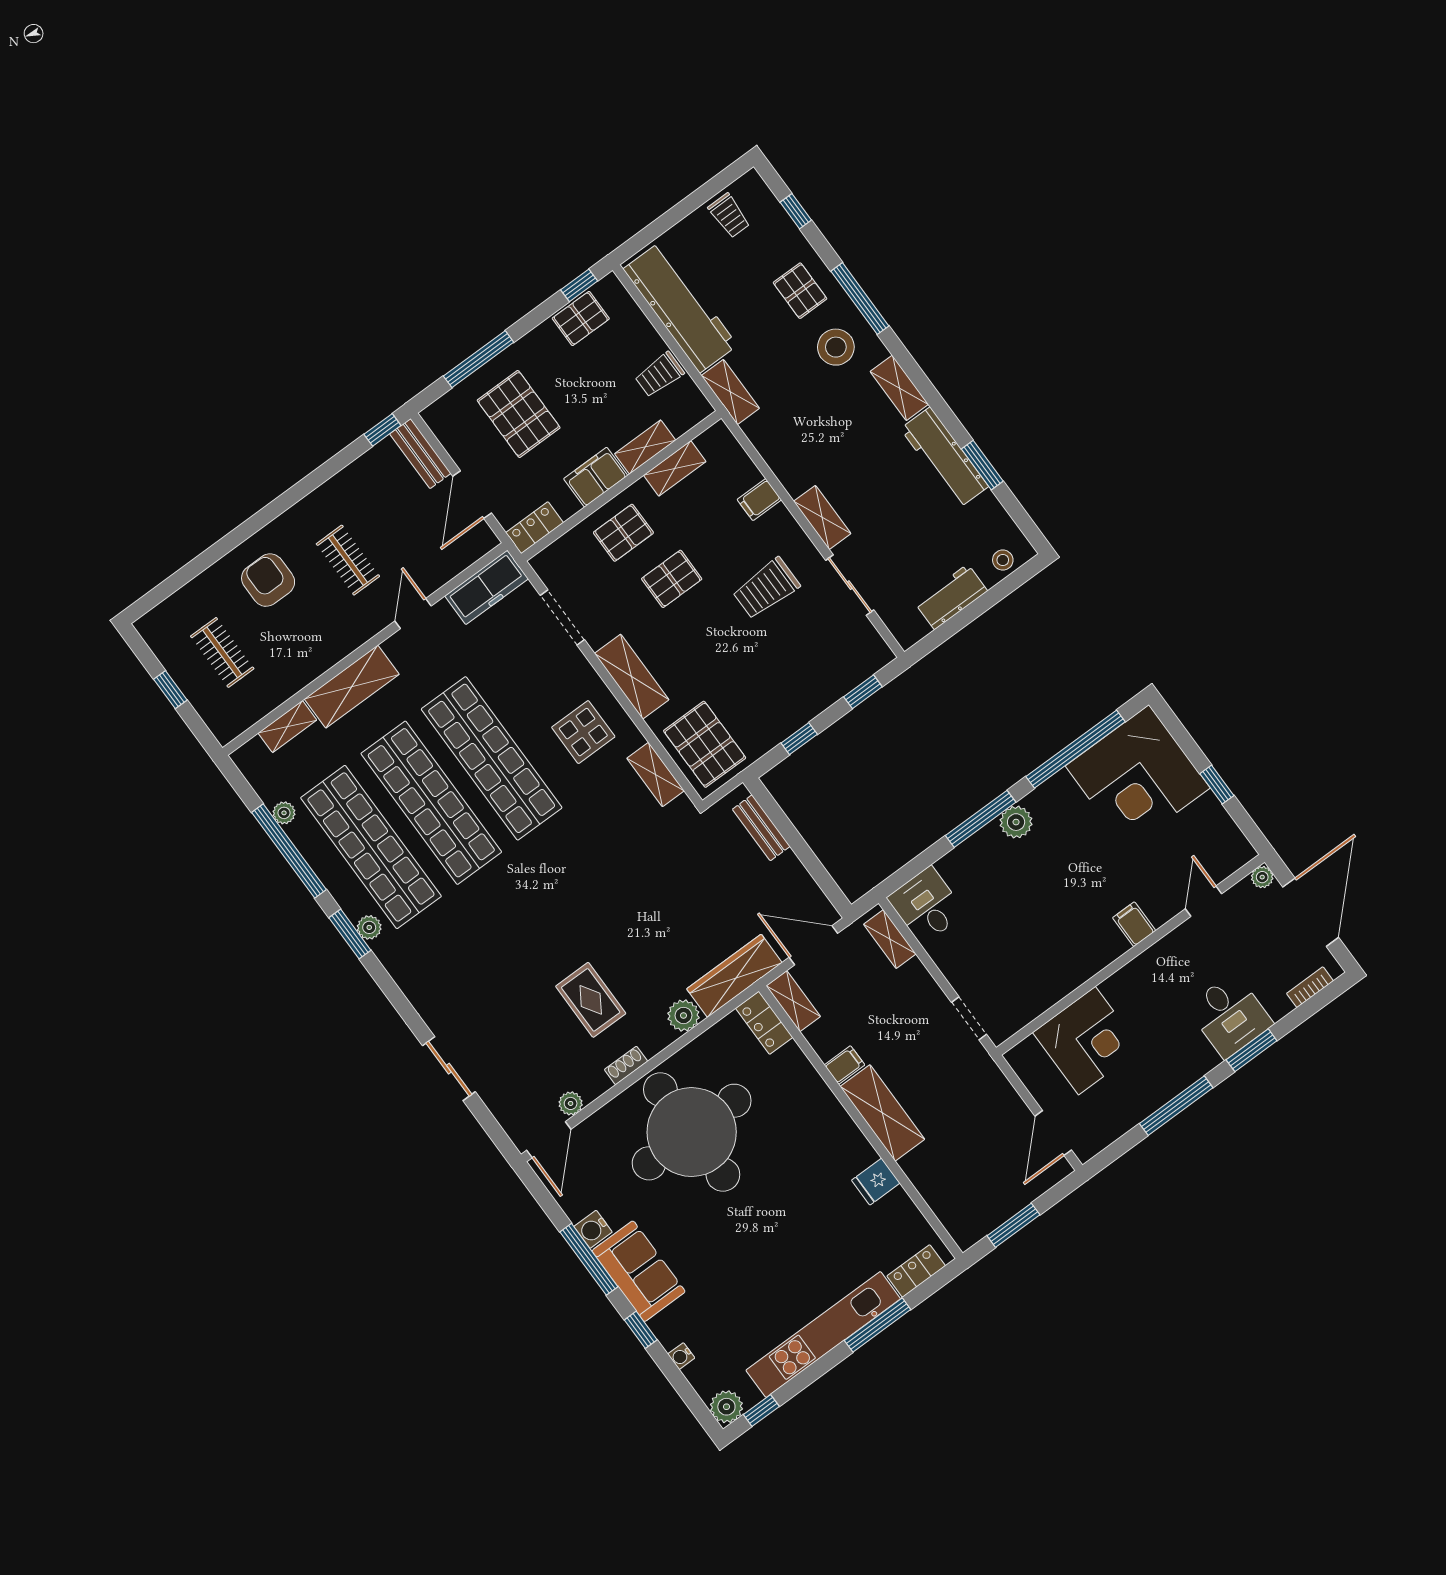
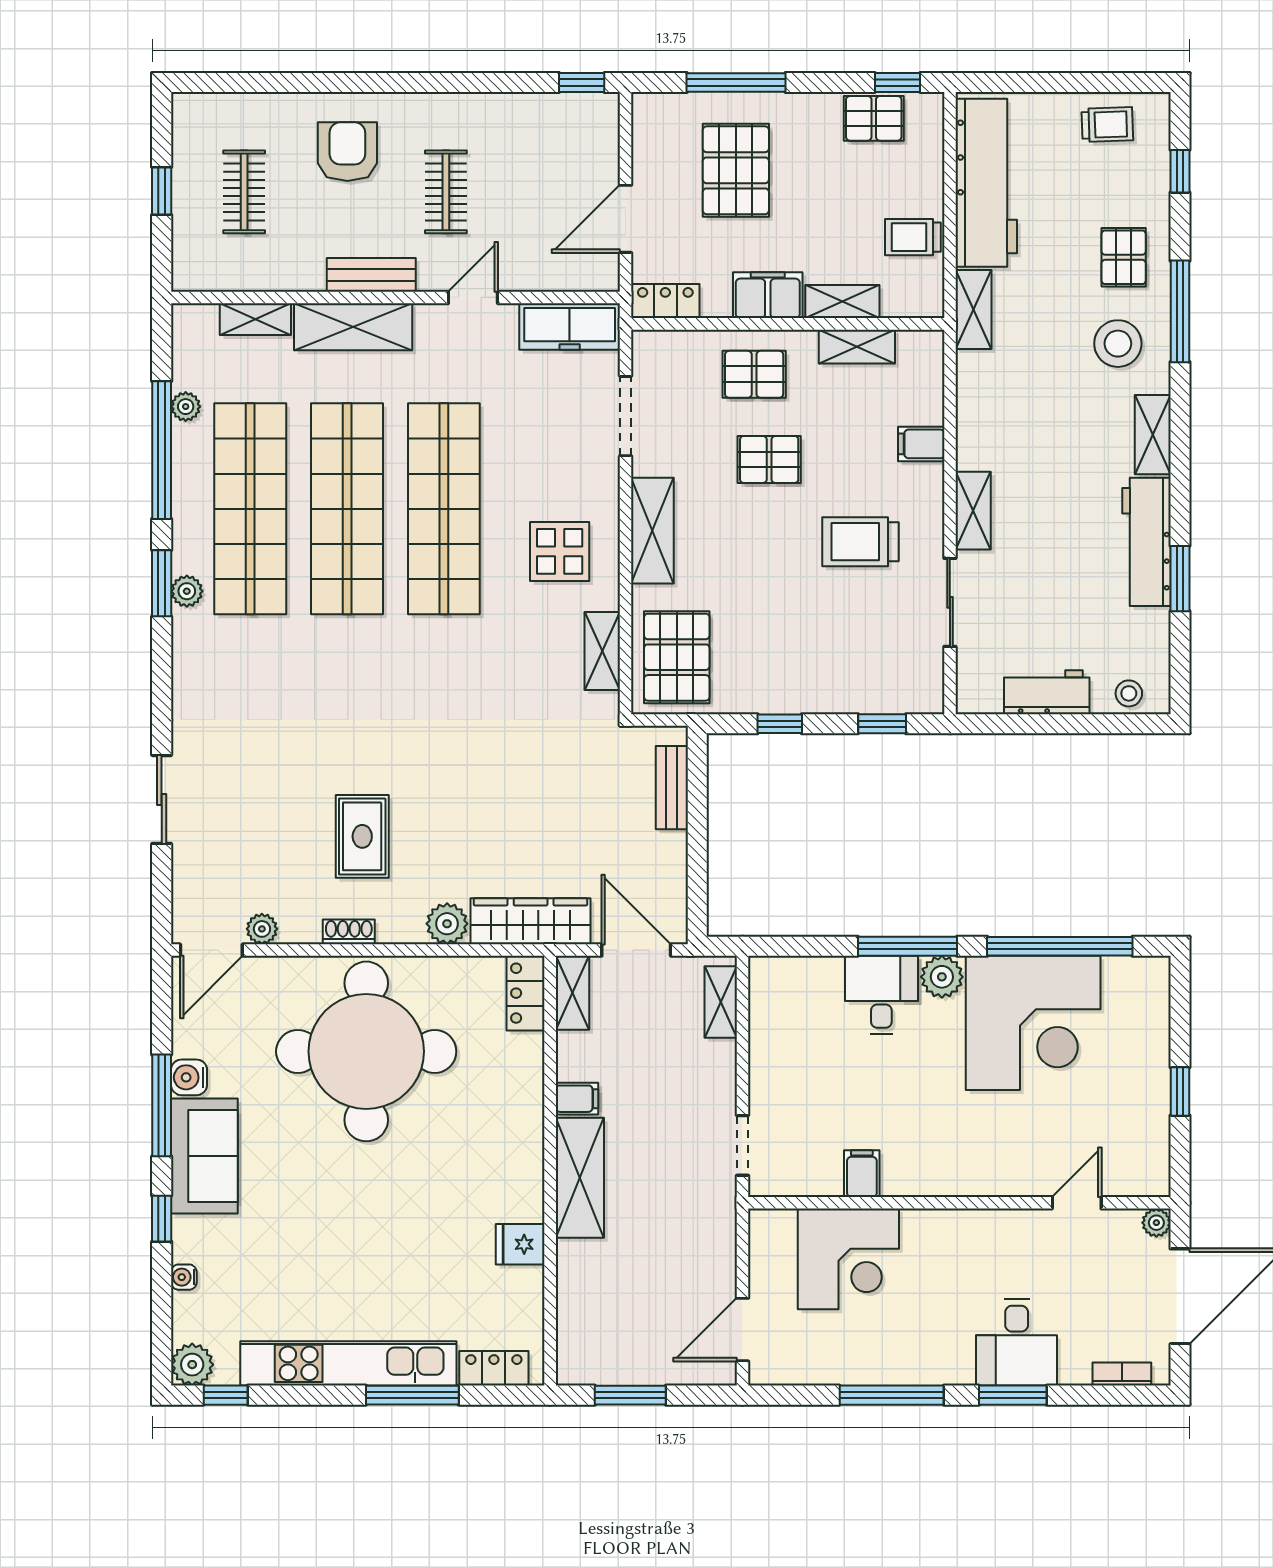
trolley: (729, 215) -> (1107, 125), turned -92
bench: (420, 454) -> (371, 275), moved, turned 90
corner desk: (1138, 777) -> (1033, 1023), moved, turned -90
desk: (926, 905) -> (881, 995), moved
filing cabinet: (1134, 924) -> (862, 1174), moved

